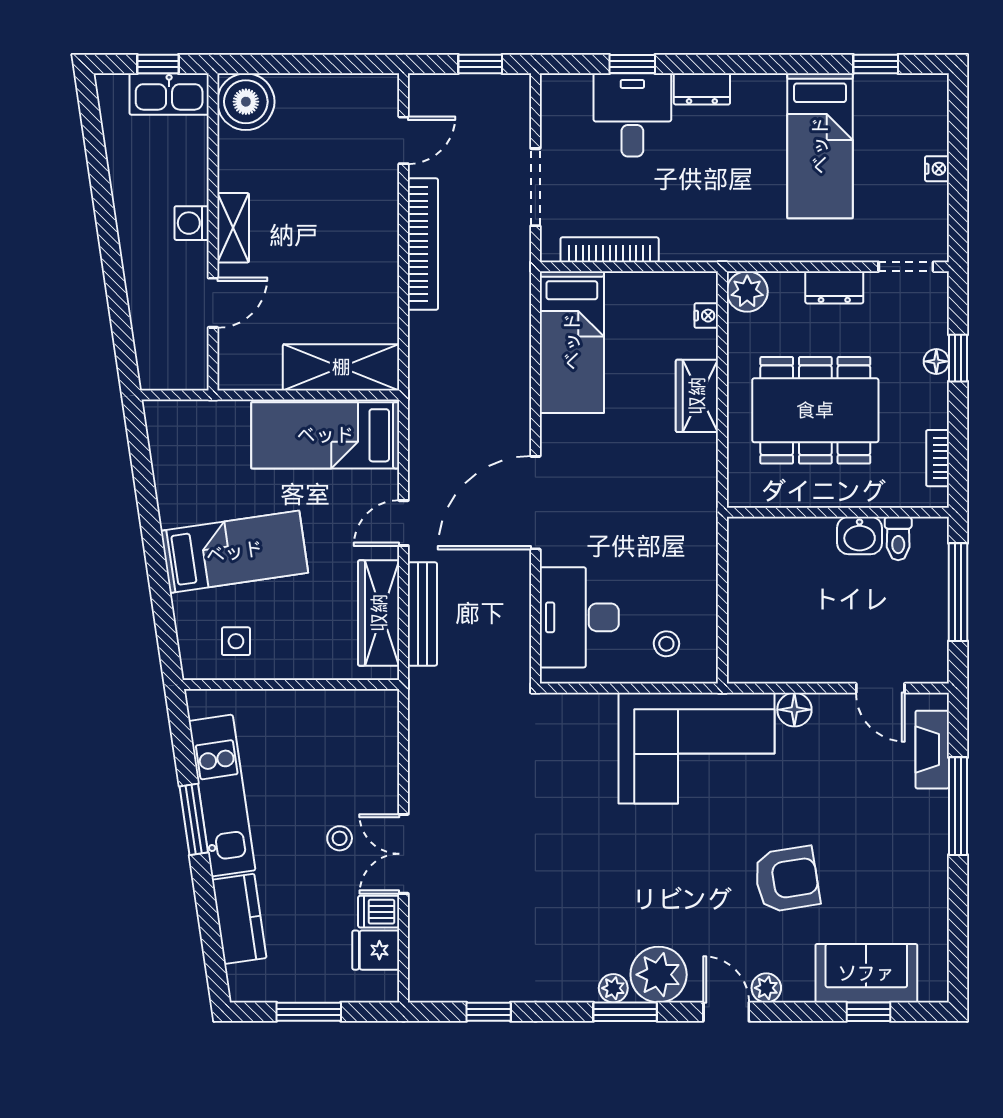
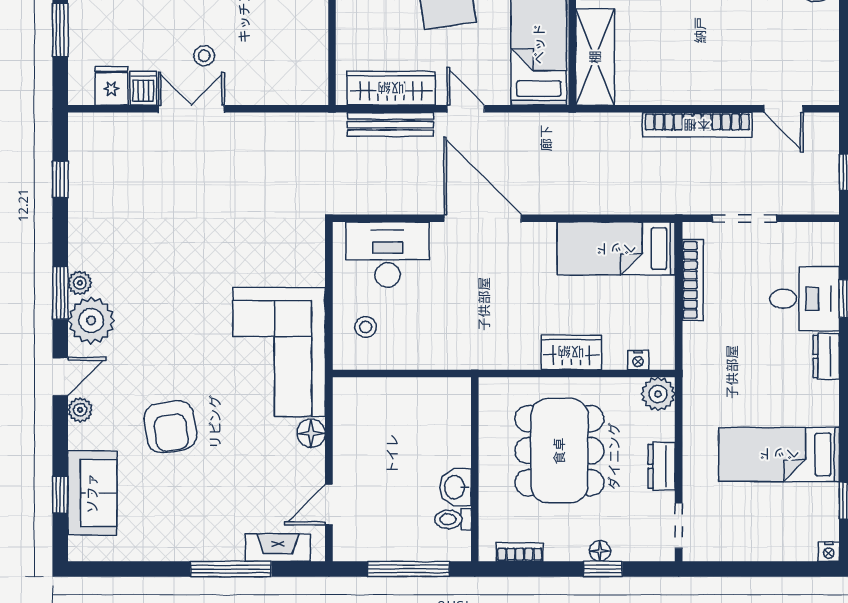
nightstand: (937, 169) -> (829, 552), moved

